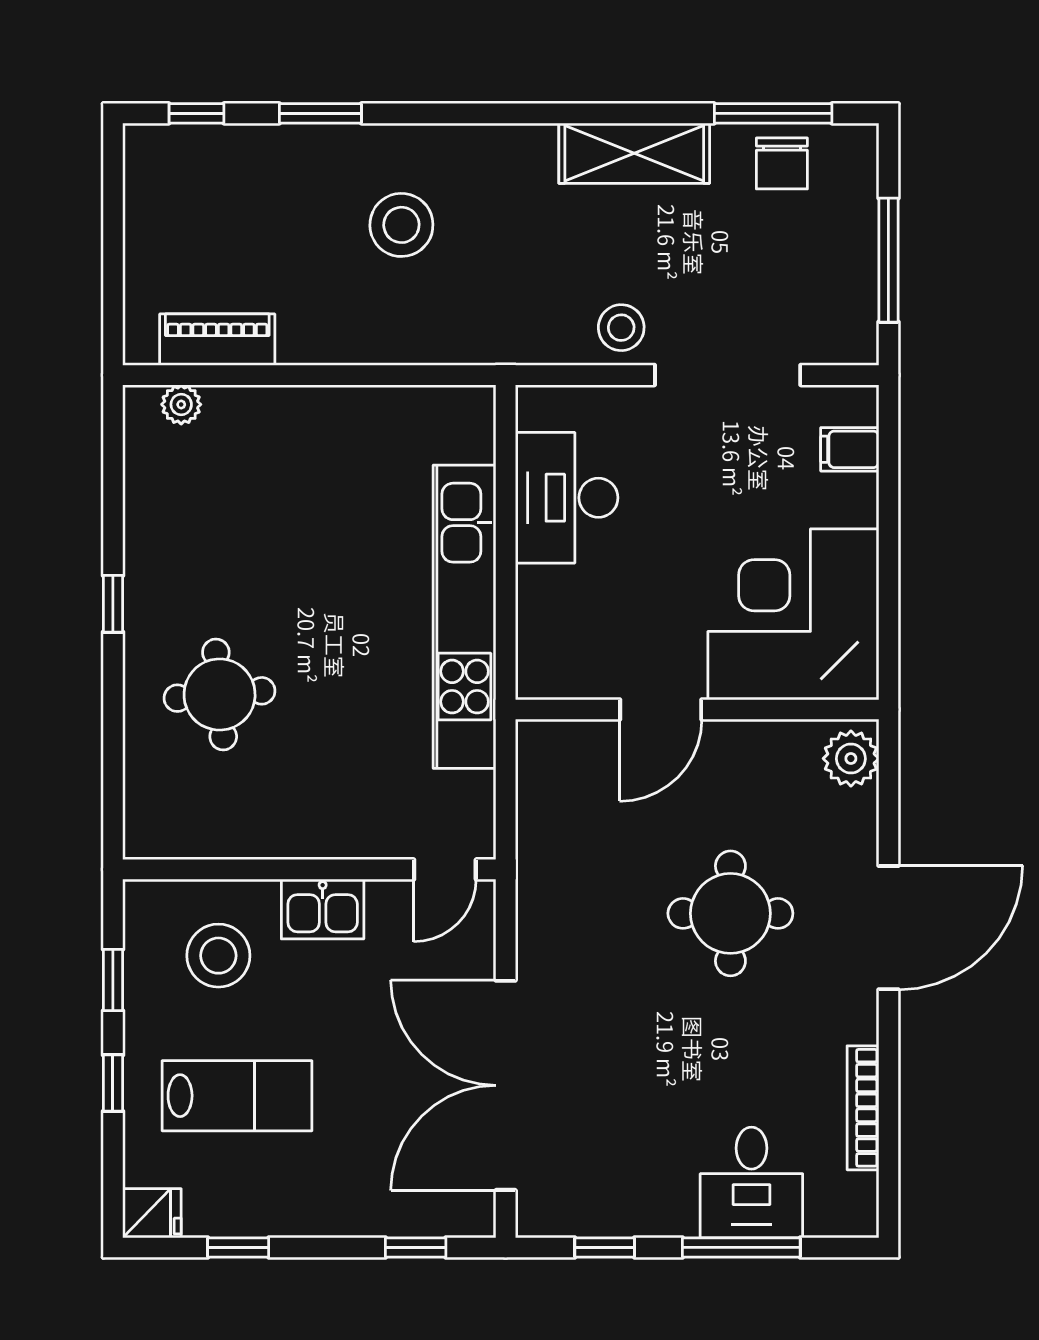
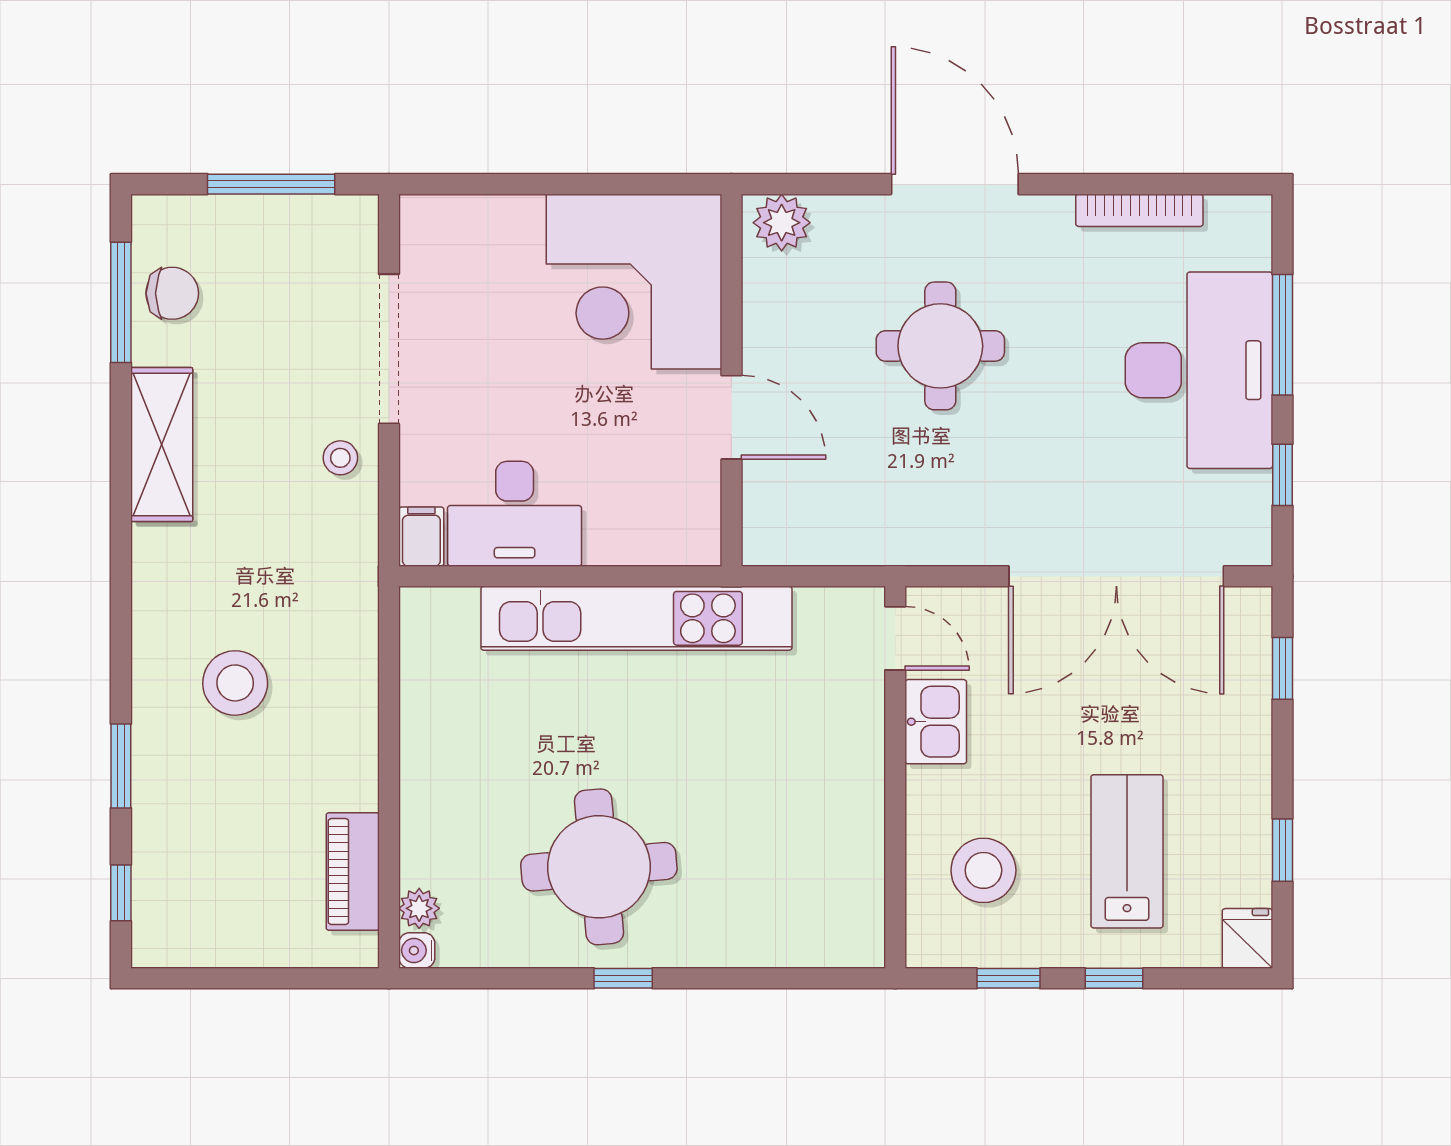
stool: (621, 328) -> (340, 458), width x0.73, depth x0.73
water cooler: (140, 402) -> (417, 950), added
filing cabinet: (850, 449) -> (421, 537), moved, turned 180
round table: (220, 694) -> (599, 867), moved, width x1.36, depth x1.36
kitchen sink: (323, 909) -> (936, 722), moved
desk: (751, 1183) -> (1199, 370), width x1.87, depth x1.30

